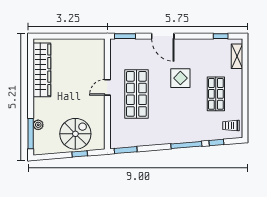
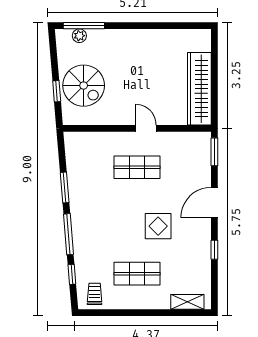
window: (221, 36) -> (214, 250), moved
wardrobe: (42, 70) -> (199, 89), moved, turned 90
shop shelf: (136, 94) -> (137, 167), width x0.70, depth x0.74
plant: (38, 125) -> (79, 36), moved
window: (126, 150) -> (65, 187), moved

